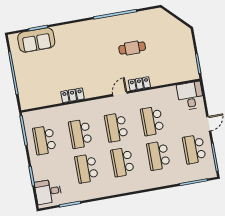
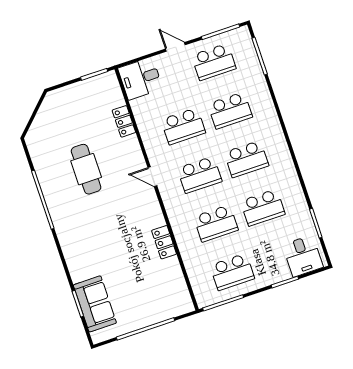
cafe table: (132, 48) -> (86, 169), width x1.37, depth x1.35
locker: (139, 84) -> (124, 121), moved

